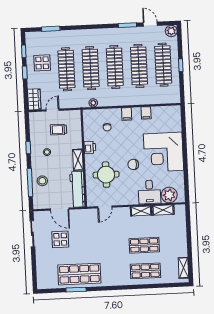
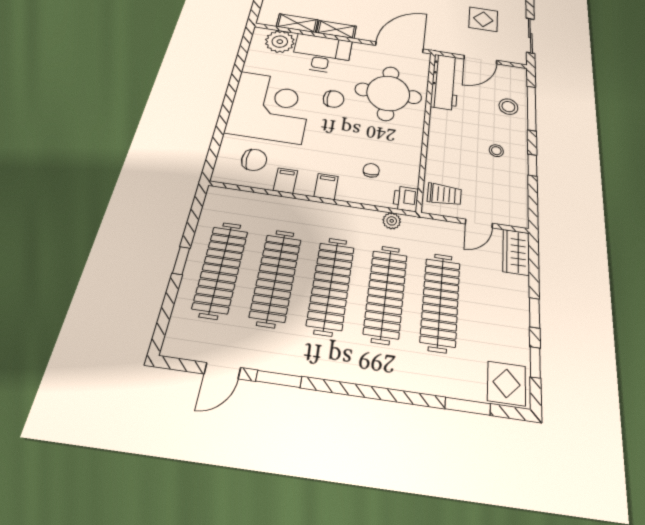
door: (150, 24) -> (222, 371), hinge flipped
plant: (171, 31) -> (177, 343), removed
display table: (42, 63) -> (507, 383), moved
chair: (163, 121) -> (254, 160), added
trolley: (59, 130) -> (444, 194), moved
printer: (90, 147) -> (406, 199), moved
shelving: (78, 160) -> (438, 127), removed
round table: (106, 175) -> (388, 93), width x1.36, depth x1.36
desk: (149, 192) -> (322, 54), width x1.37
door: (105, 207) -> (399, 47), width x1.88
door: (60, 209) -> (480, 60), swing flipped

